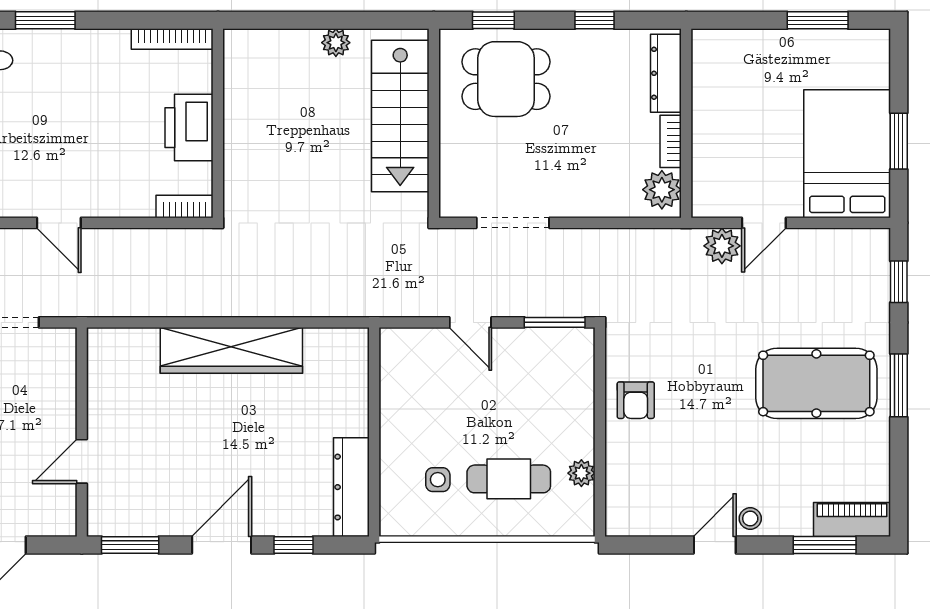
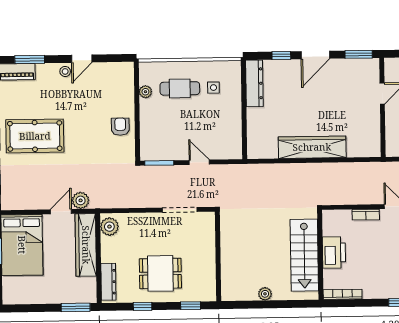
window: (818, 20) -> (76, 307), moved
dining table: (506, 79) -> (160, 273), moved
stairs: (400, 116) -> (304, 255), moved, turned 180
bookcase: (671, 141) -> (106, 250), removed
wardrobe: (713, 152) -> (86, 245), added
bookcase: (185, 206) -> (366, 215), moved

